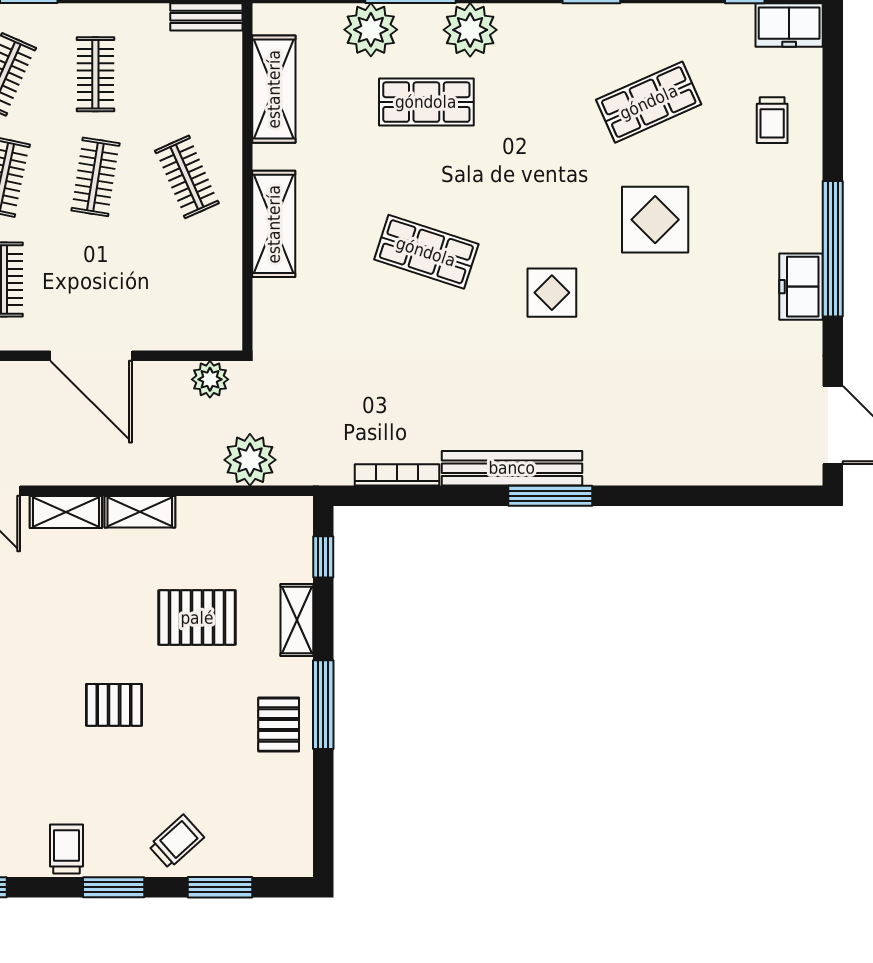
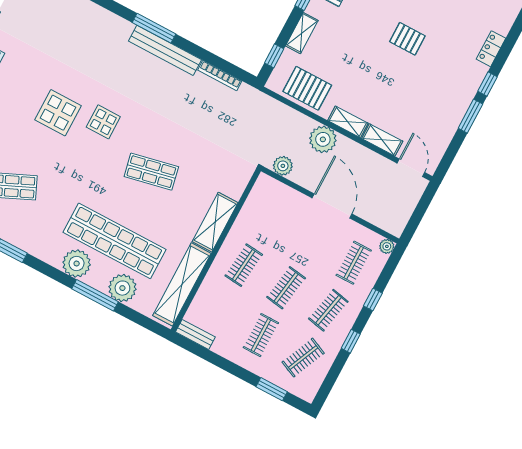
shelving: (274, 89) -> (182, 284), width x1.47
shop shelf: (426, 102) -> (115, 241), width x2.00, depth x1.36
clothes rail: (187, 177) -> (244, 265), turned 30
display table: (655, 220) -> (58, 113), moved
shop shelf: (426, 252) -> (151, 172), turned -30
plant: (250, 460) -> (323, 139), moved
pallet: (197, 618) -> (307, 88), moved

